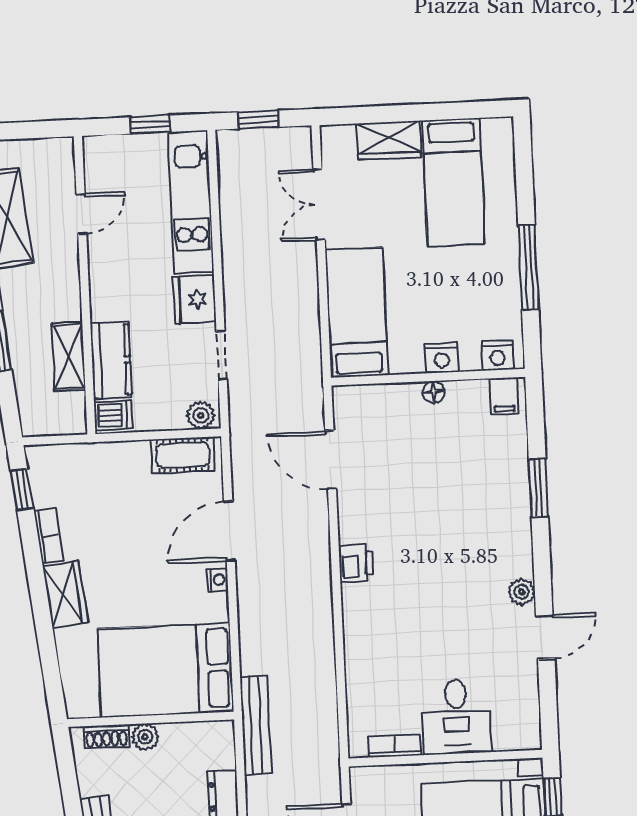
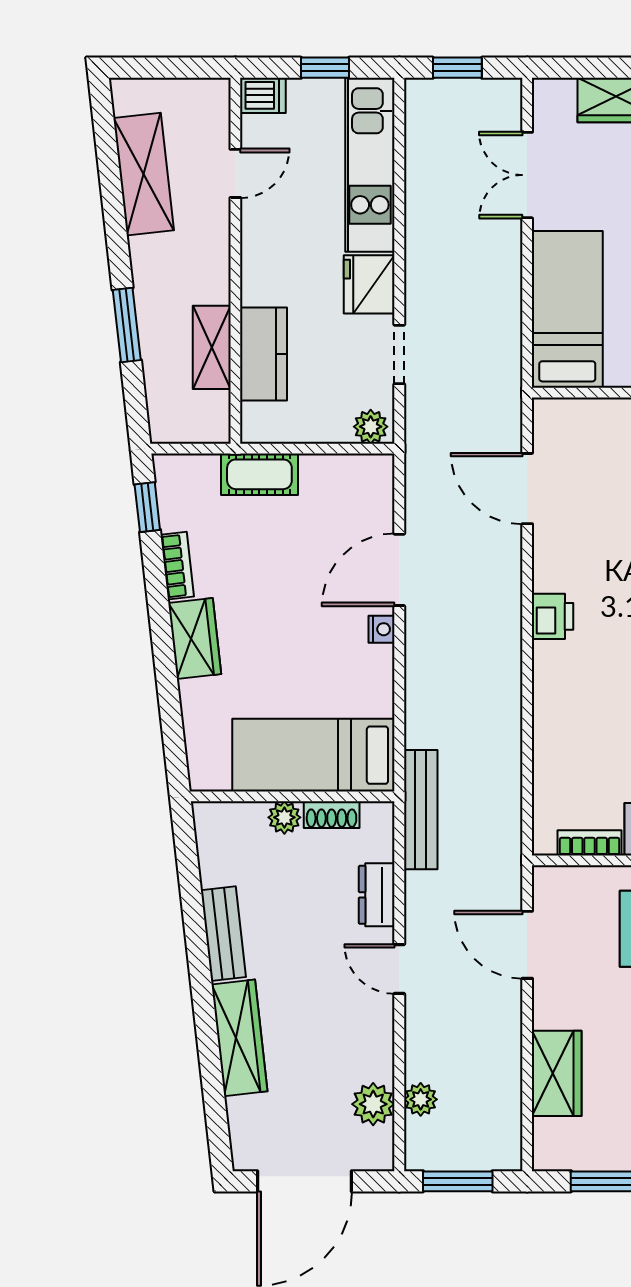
dishwasher: (113, 415) -> (263, 95), moved
cot: (183, 455) -> (259, 474), moved
bed: (166, 670) -> (313, 755), width x0.67
shoe rack: (106, 736) -> (332, 815), moved

